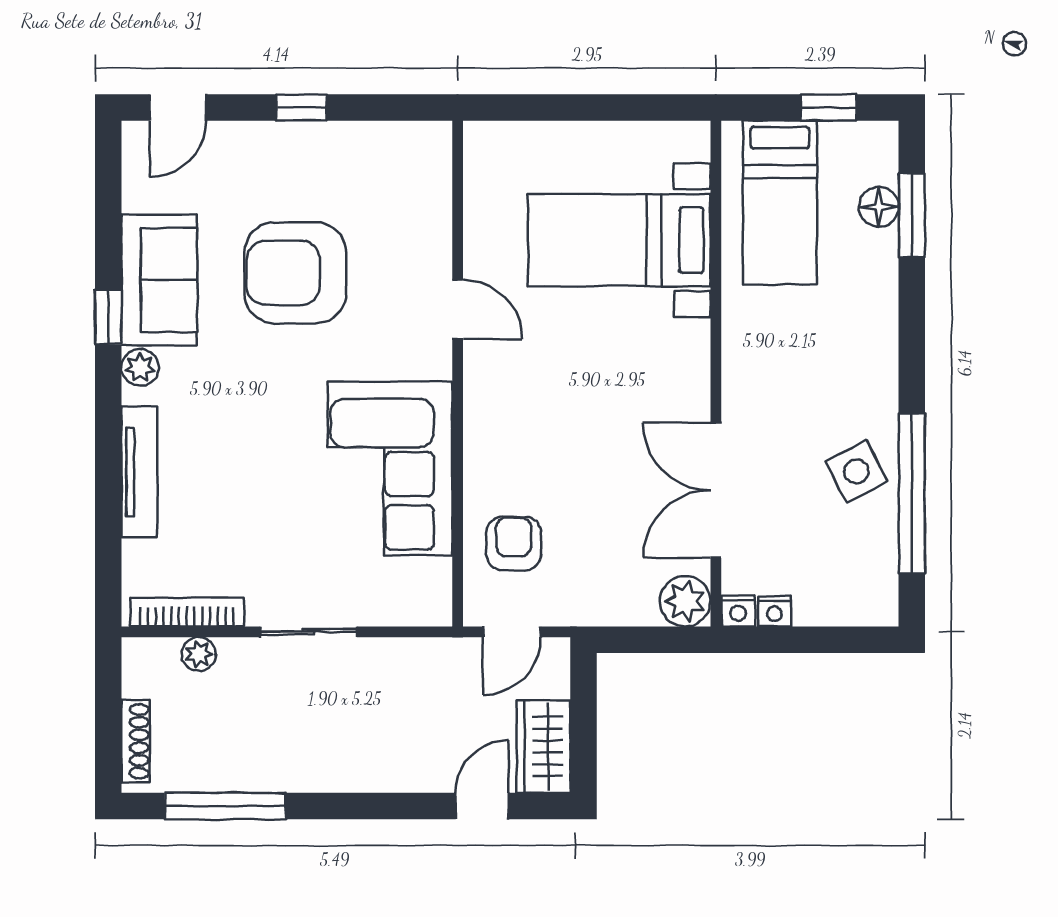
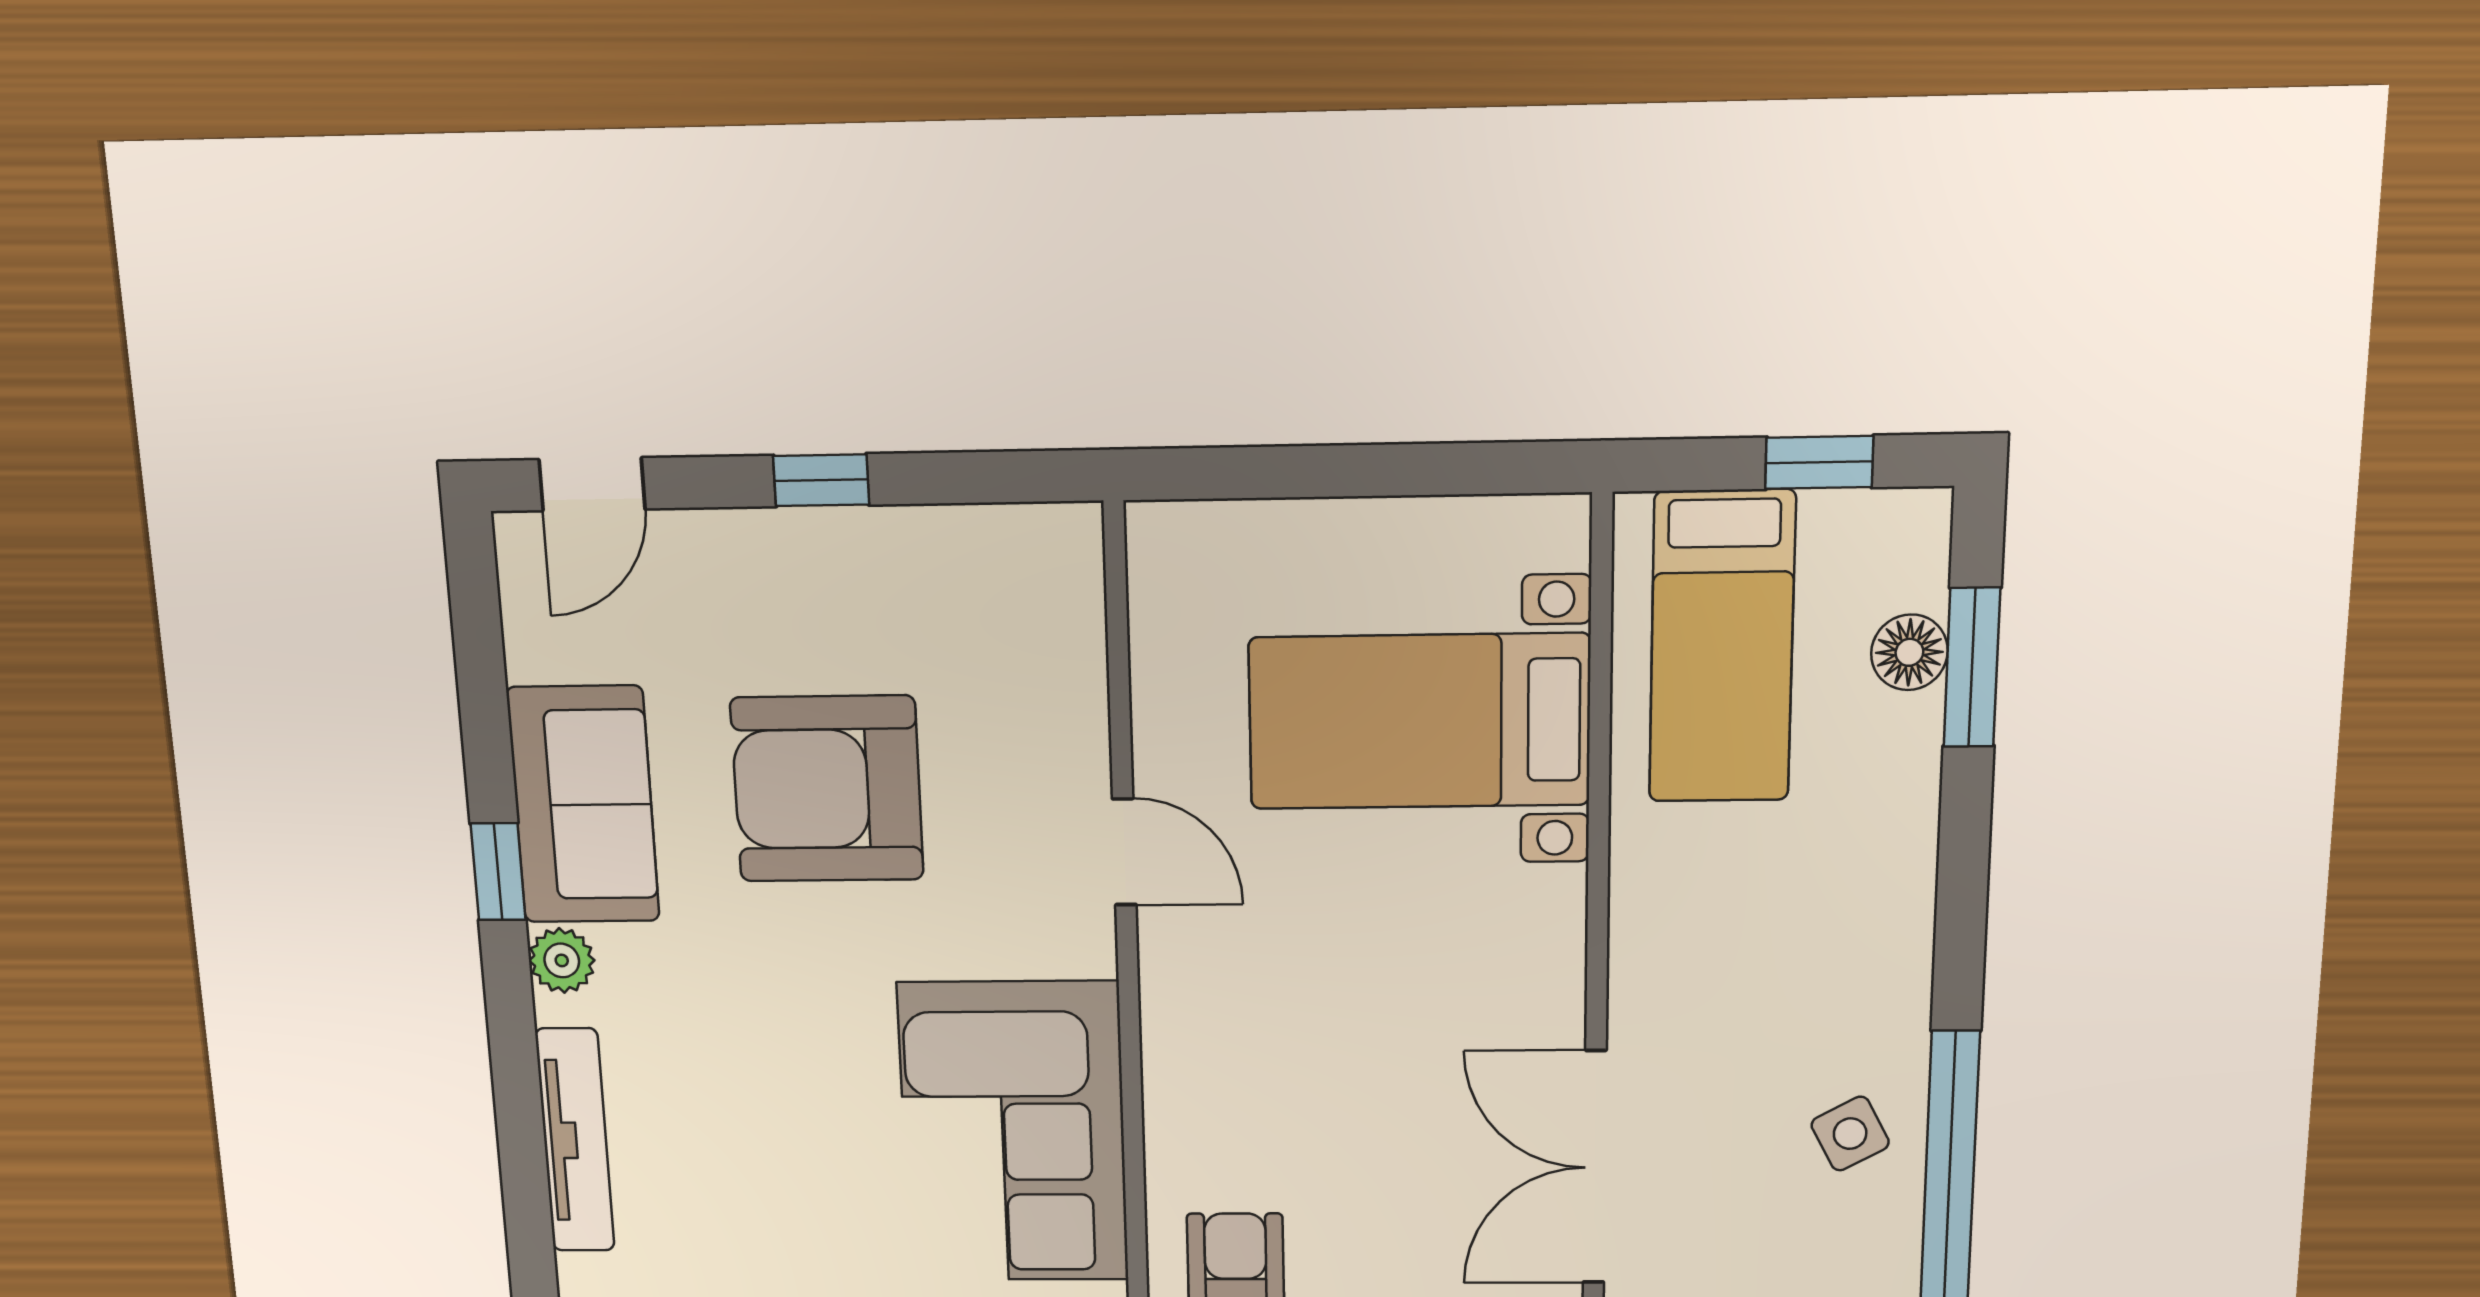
side table: (856, 471) -> (1850, 1134), width x0.73, depth x0.73

